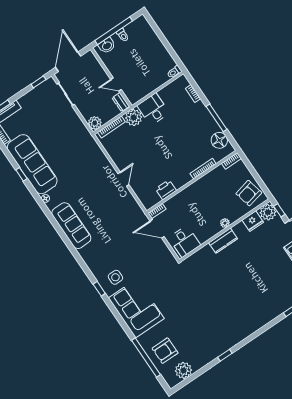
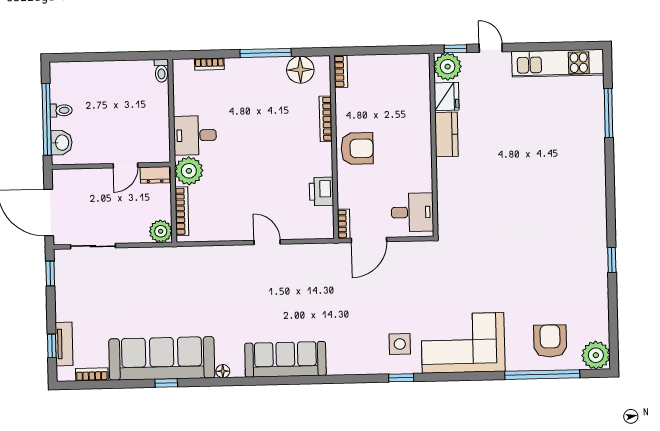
armchair: (249, 193) -> (357, 148), moved, turned -77
plant: (225, 223) -> (423, 138), removed
kitchen counter: (223, 241) -> (446, 134), moved
armchair: (165, 351) -> (550, 341), turned 180
plant: (183, 370) -> (596, 355), moved

